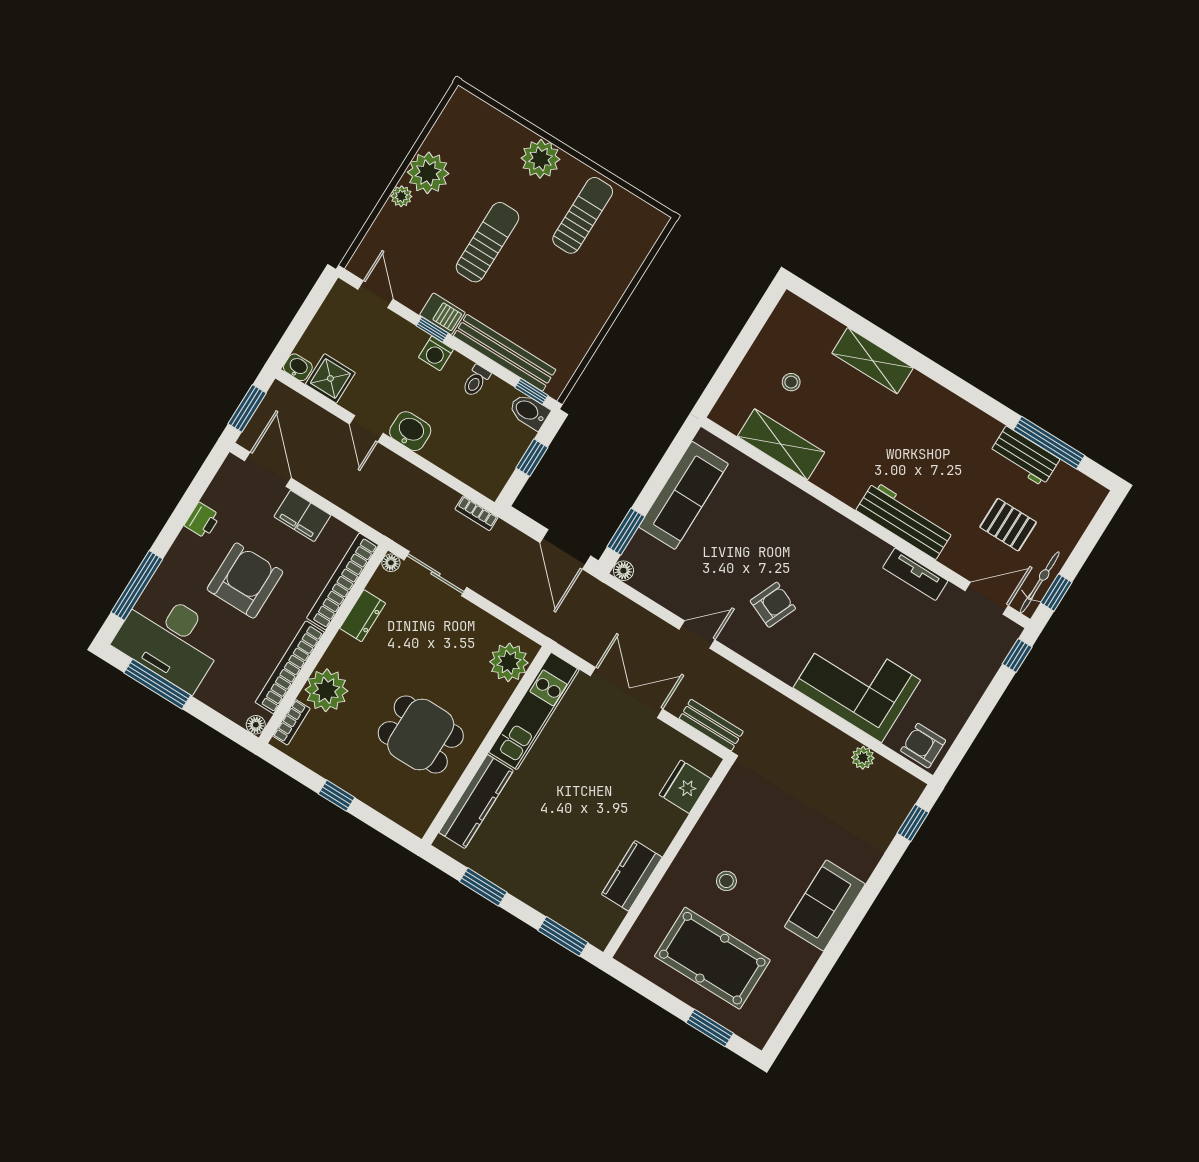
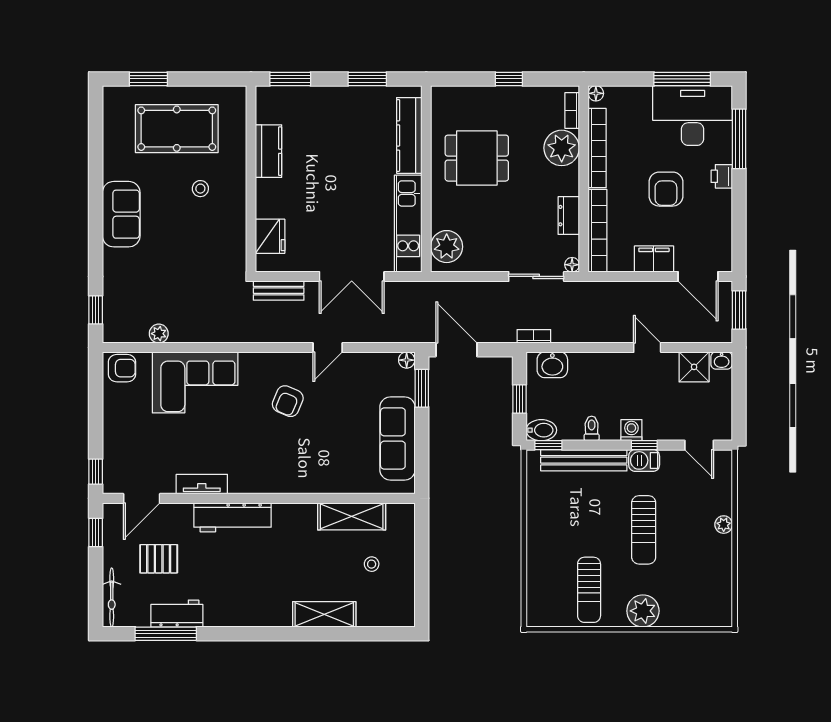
plant: (428, 173) -> (715, 552), removed
washbasin: (410, 431) -> (552, 365), moved
printer: (202, 520) -> (722, 176), moved
armchair: (245, 581) -> (666, 189), width x0.73, depth x0.73
bicycle: (1040, 582) -> (112, 597), moved

